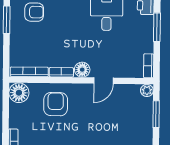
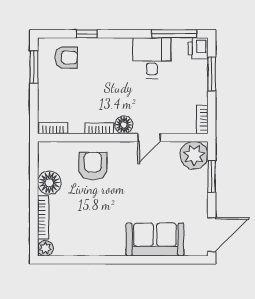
bookcase: (29, 72) -> (53, 128), width x0.64
plant: (147, 90) -> (194, 155), width x1.88, depth x1.88
floor lamp: (19, 93) -> (49, 183), moved

